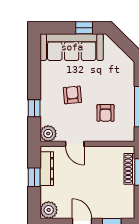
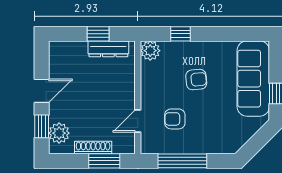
door: (75, 144) -> (138, 121), moved
shoe rack: (129, 169) -> (93, 148), moved
plant: (49, 210) -> (59, 133), moved

